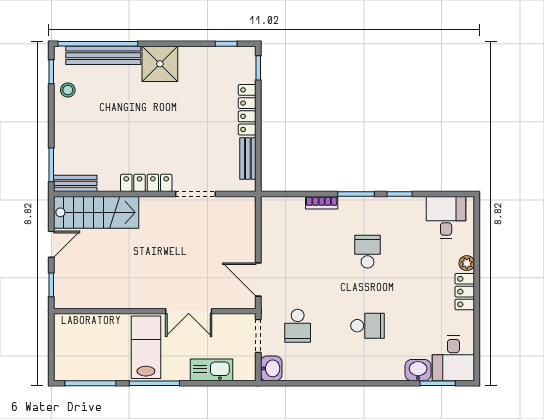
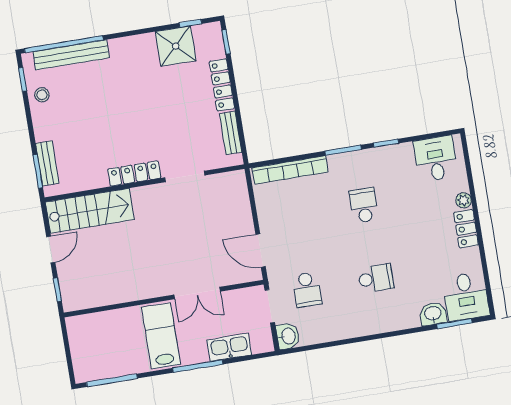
shower: (160, 64) -> (176, 46), moved
bench: (75, 183) -> (47, 163), moved, turned 90
bookcase: (322, 203) -> (290, 170), width x2.31, depth x1.31
window: (154, 383) -> (198, 366), moved

